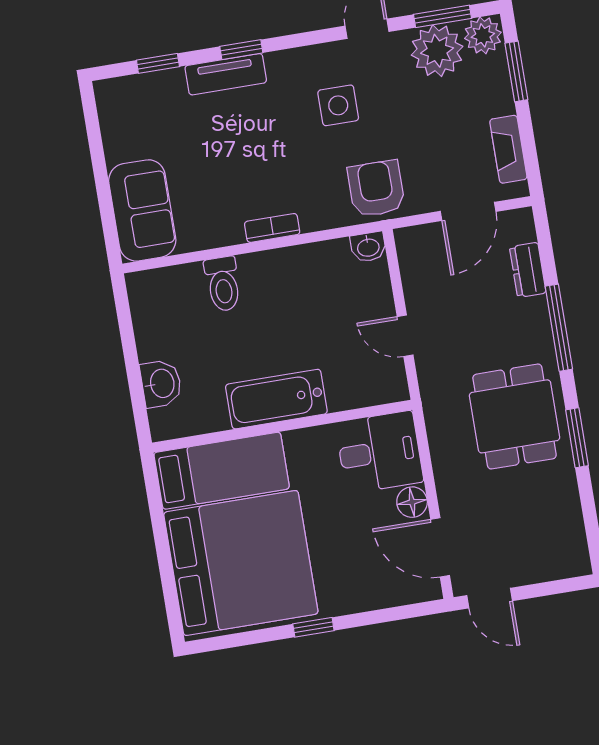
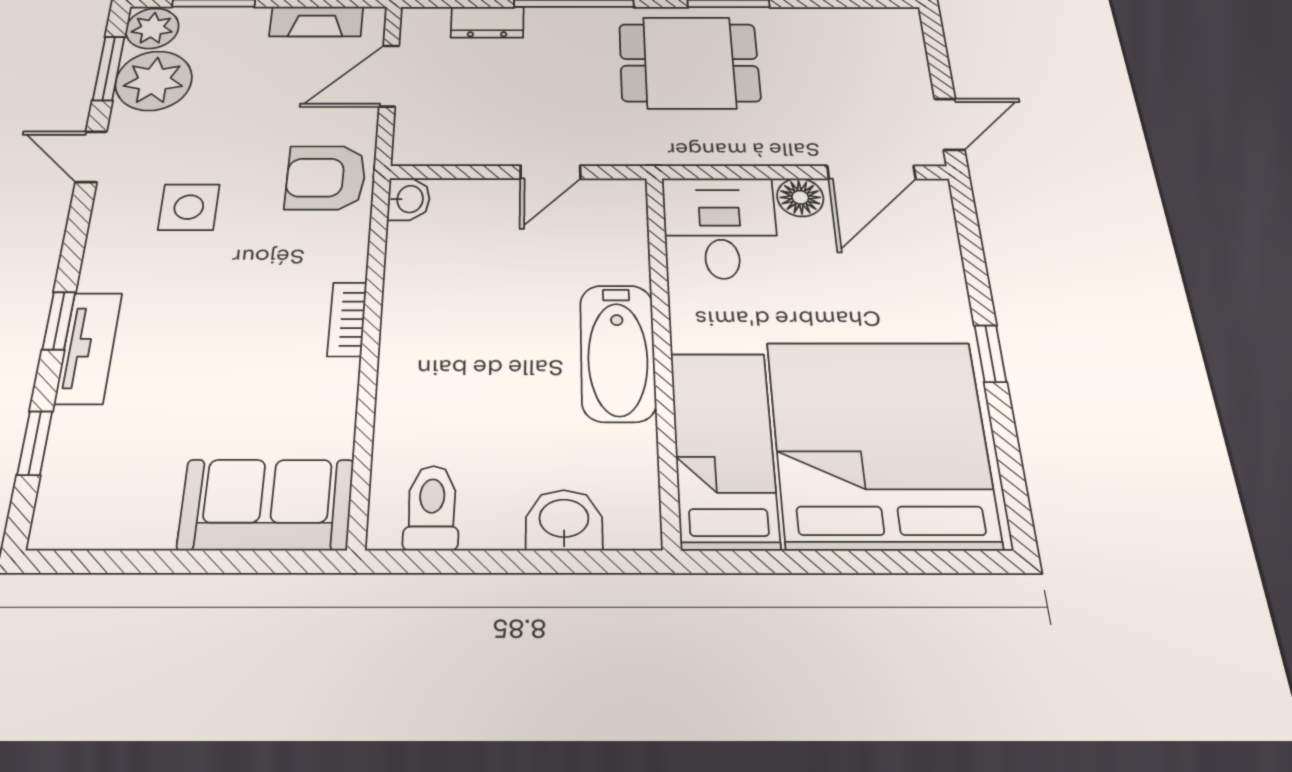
door: (468, 211) -> (389, 76), swing flipped
toilet: (223, 284) -> (432, 508), moved, turned -90

